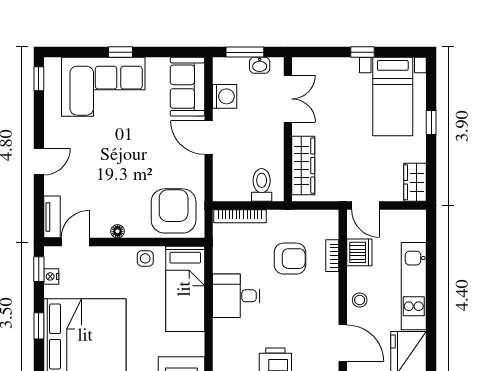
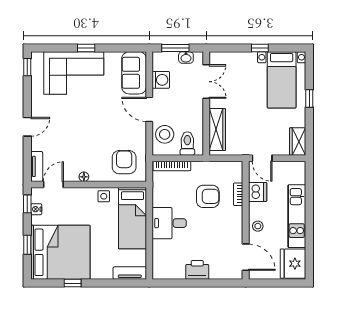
stool: (230, 172) -> (165, 134), added
armchair: (174, 211) -> (124, 162), width x0.73, depth x0.73

